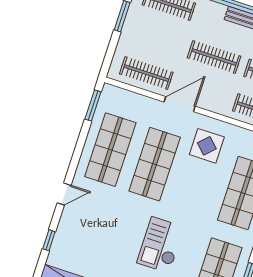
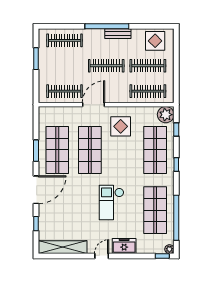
window: (93, 105) -> (36, 151), moved
door: (64, 194) -> (36, 190), width x1.88

